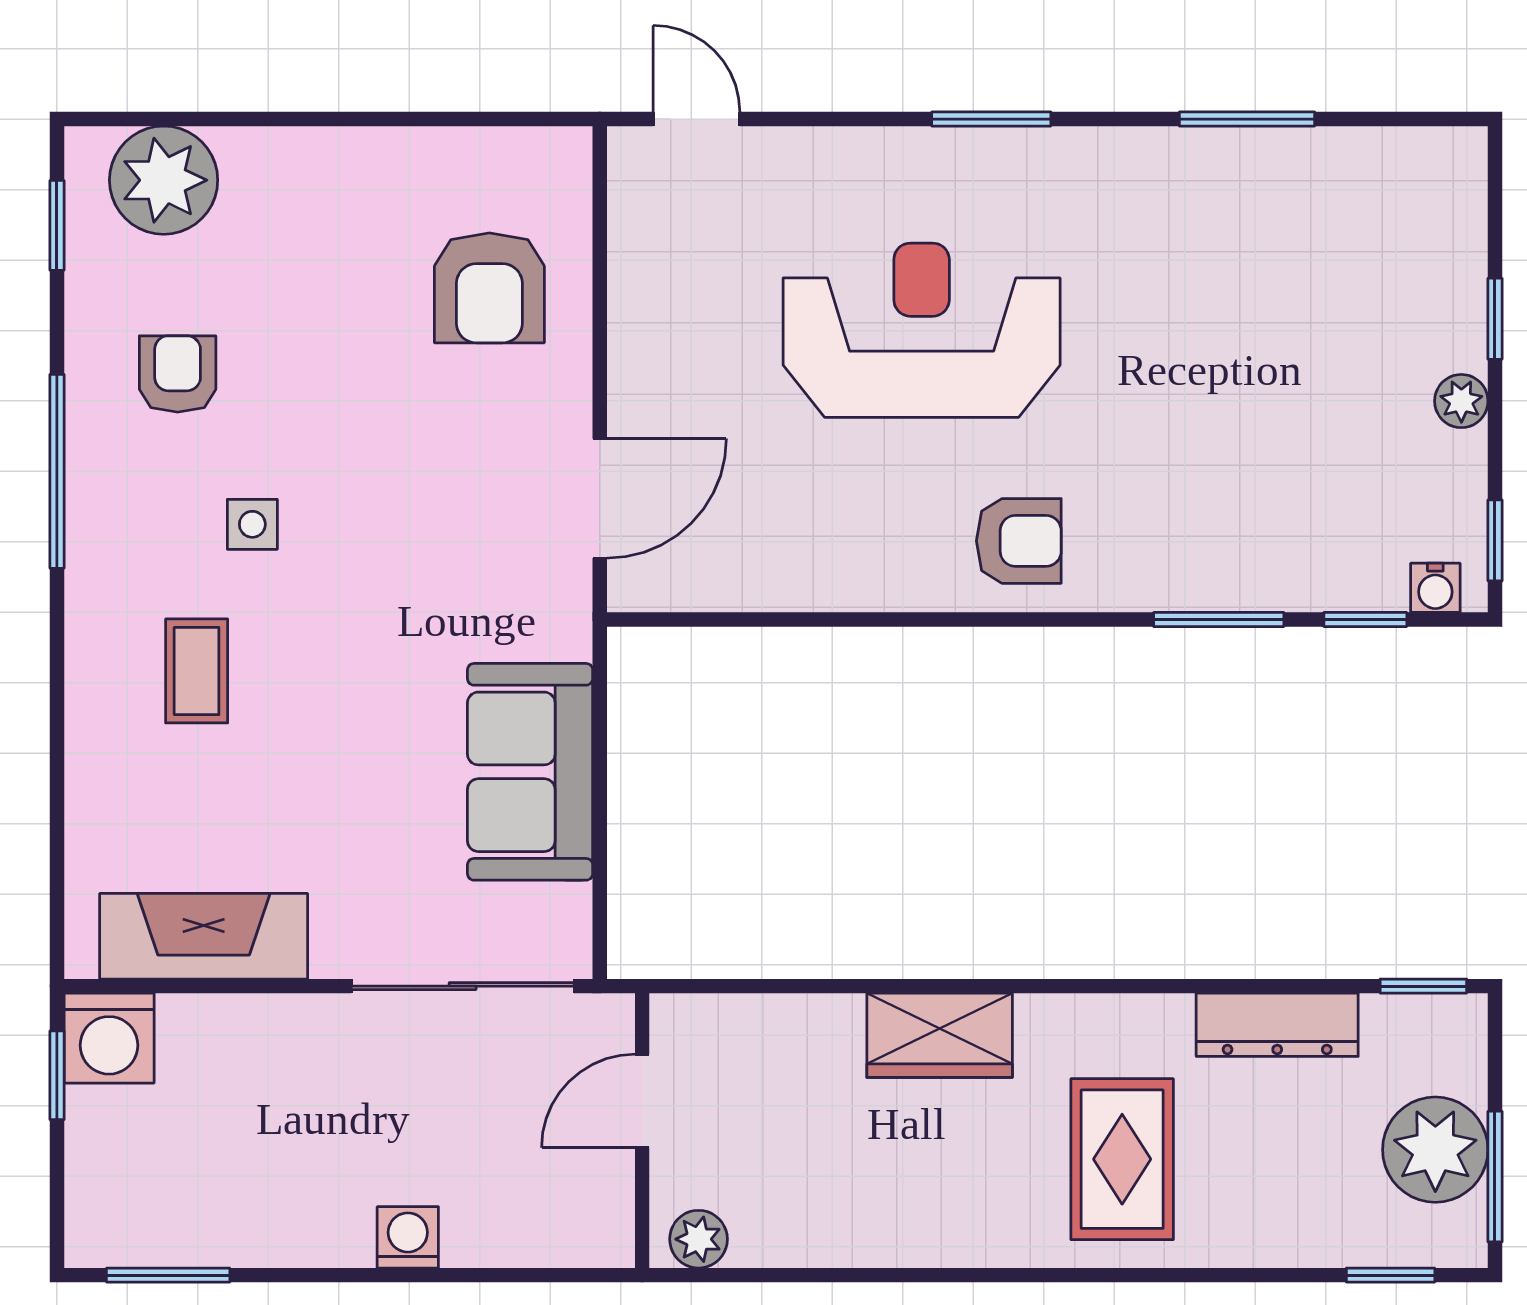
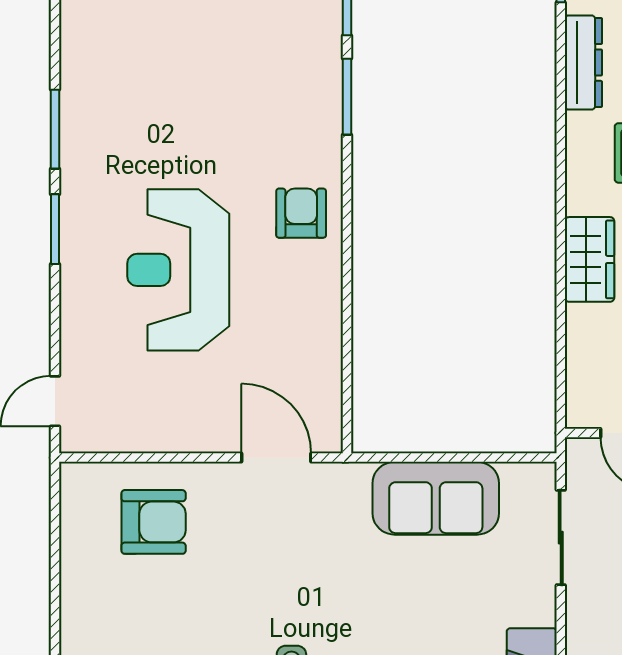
window: (1247, 119) -> (55, 129), moved
sliding door: (463, 986) -> (561, 538), width x0.73

